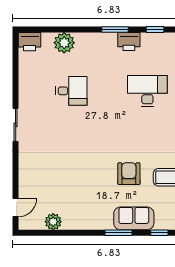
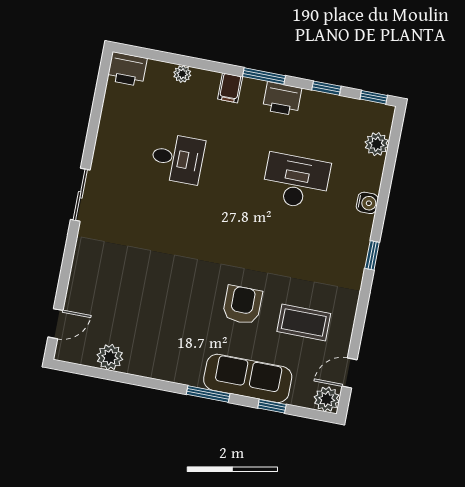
filing cabinet: (95, 41) -> (230, 88), added
plant: (64, 43) -> (182, 74), width x0.53, depth x0.53
sofa: (134, 218) -> (248, 378), width x1.36

